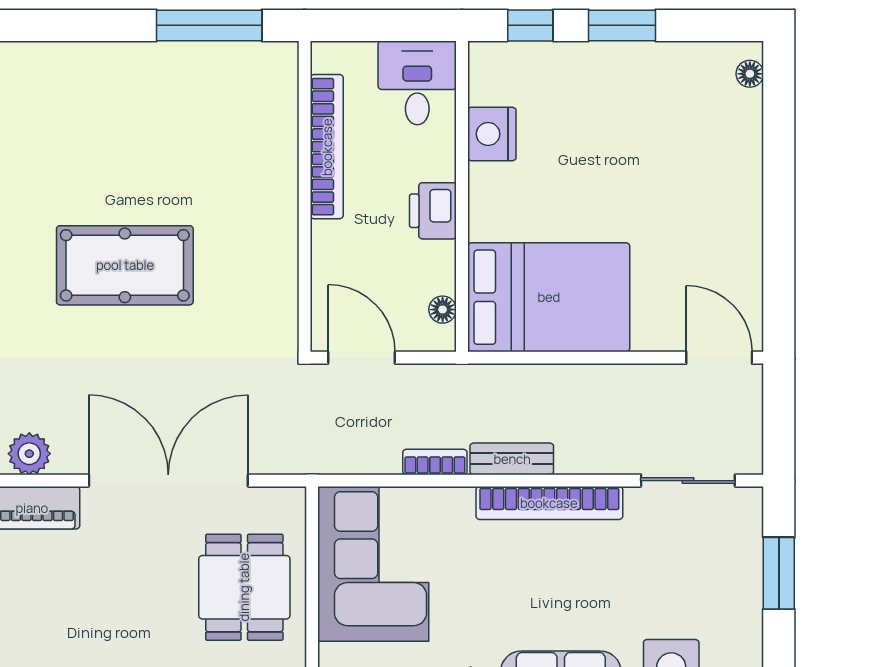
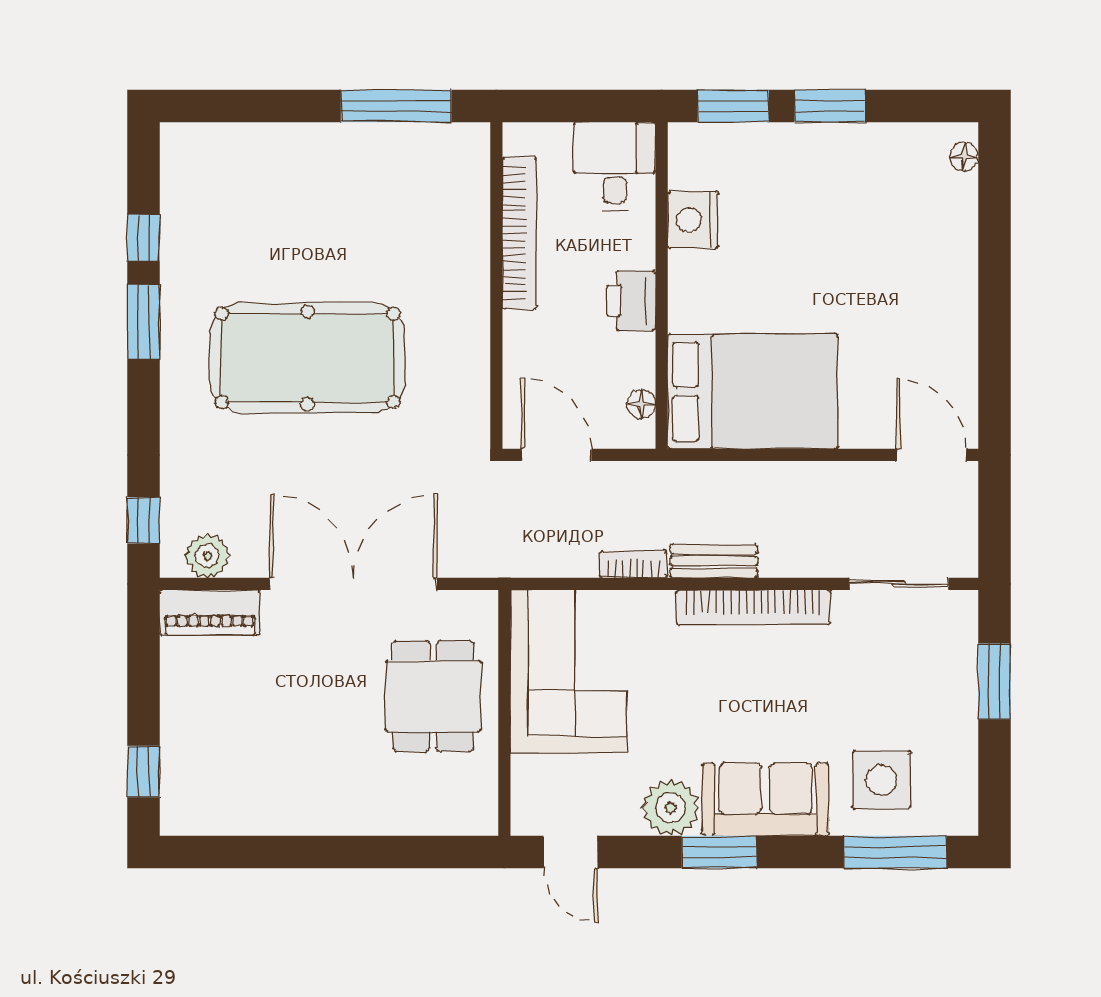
window: (530, 25) -> (733, 106), width x1.50
pool table: (125, 265) -> (308, 358), width x1.36, depth x1.32

